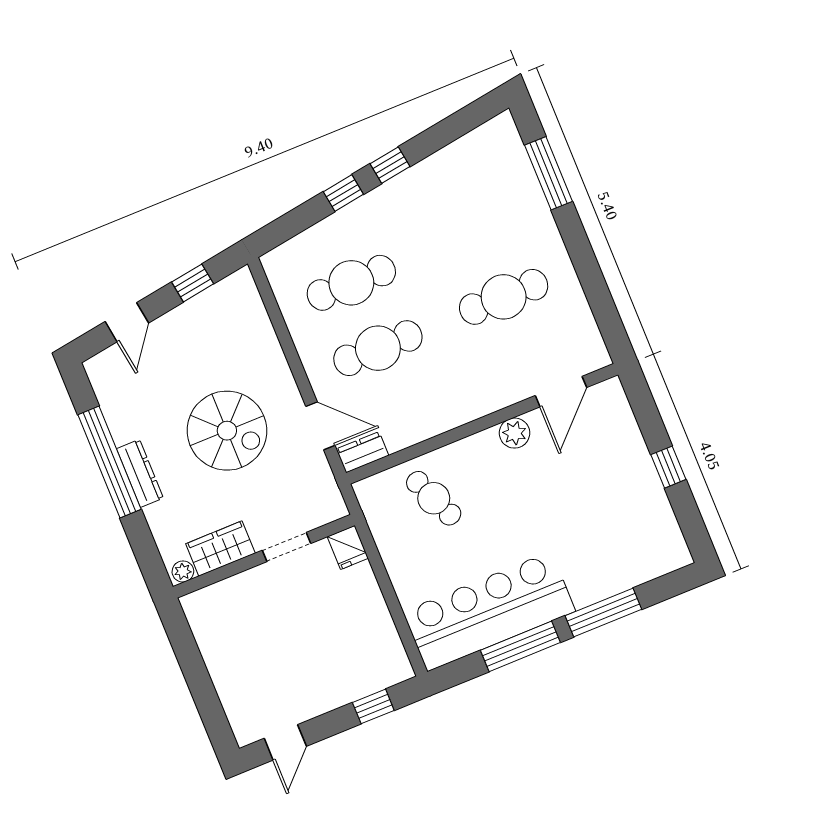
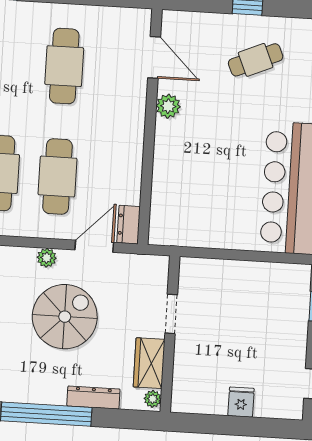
plant: (282, 379) -> (47, 258), added
dresser: (140, 473) -> (93, 397), moved
cafe table: (434, 498) -> (256, 60), moved
fridge: (348, 547) -> (241, 402), moved, turned -90

